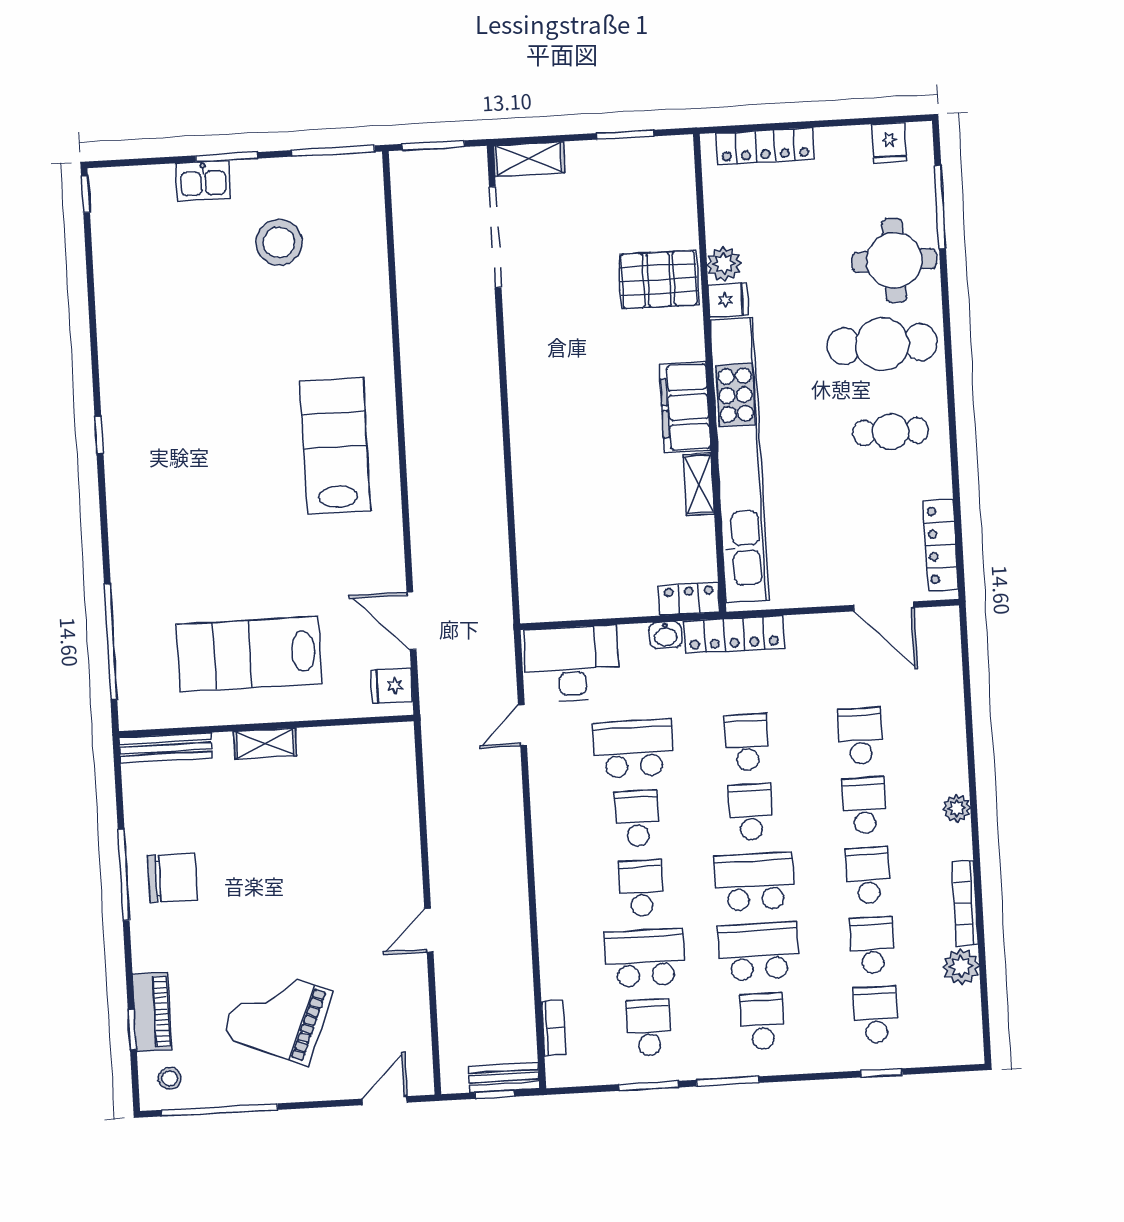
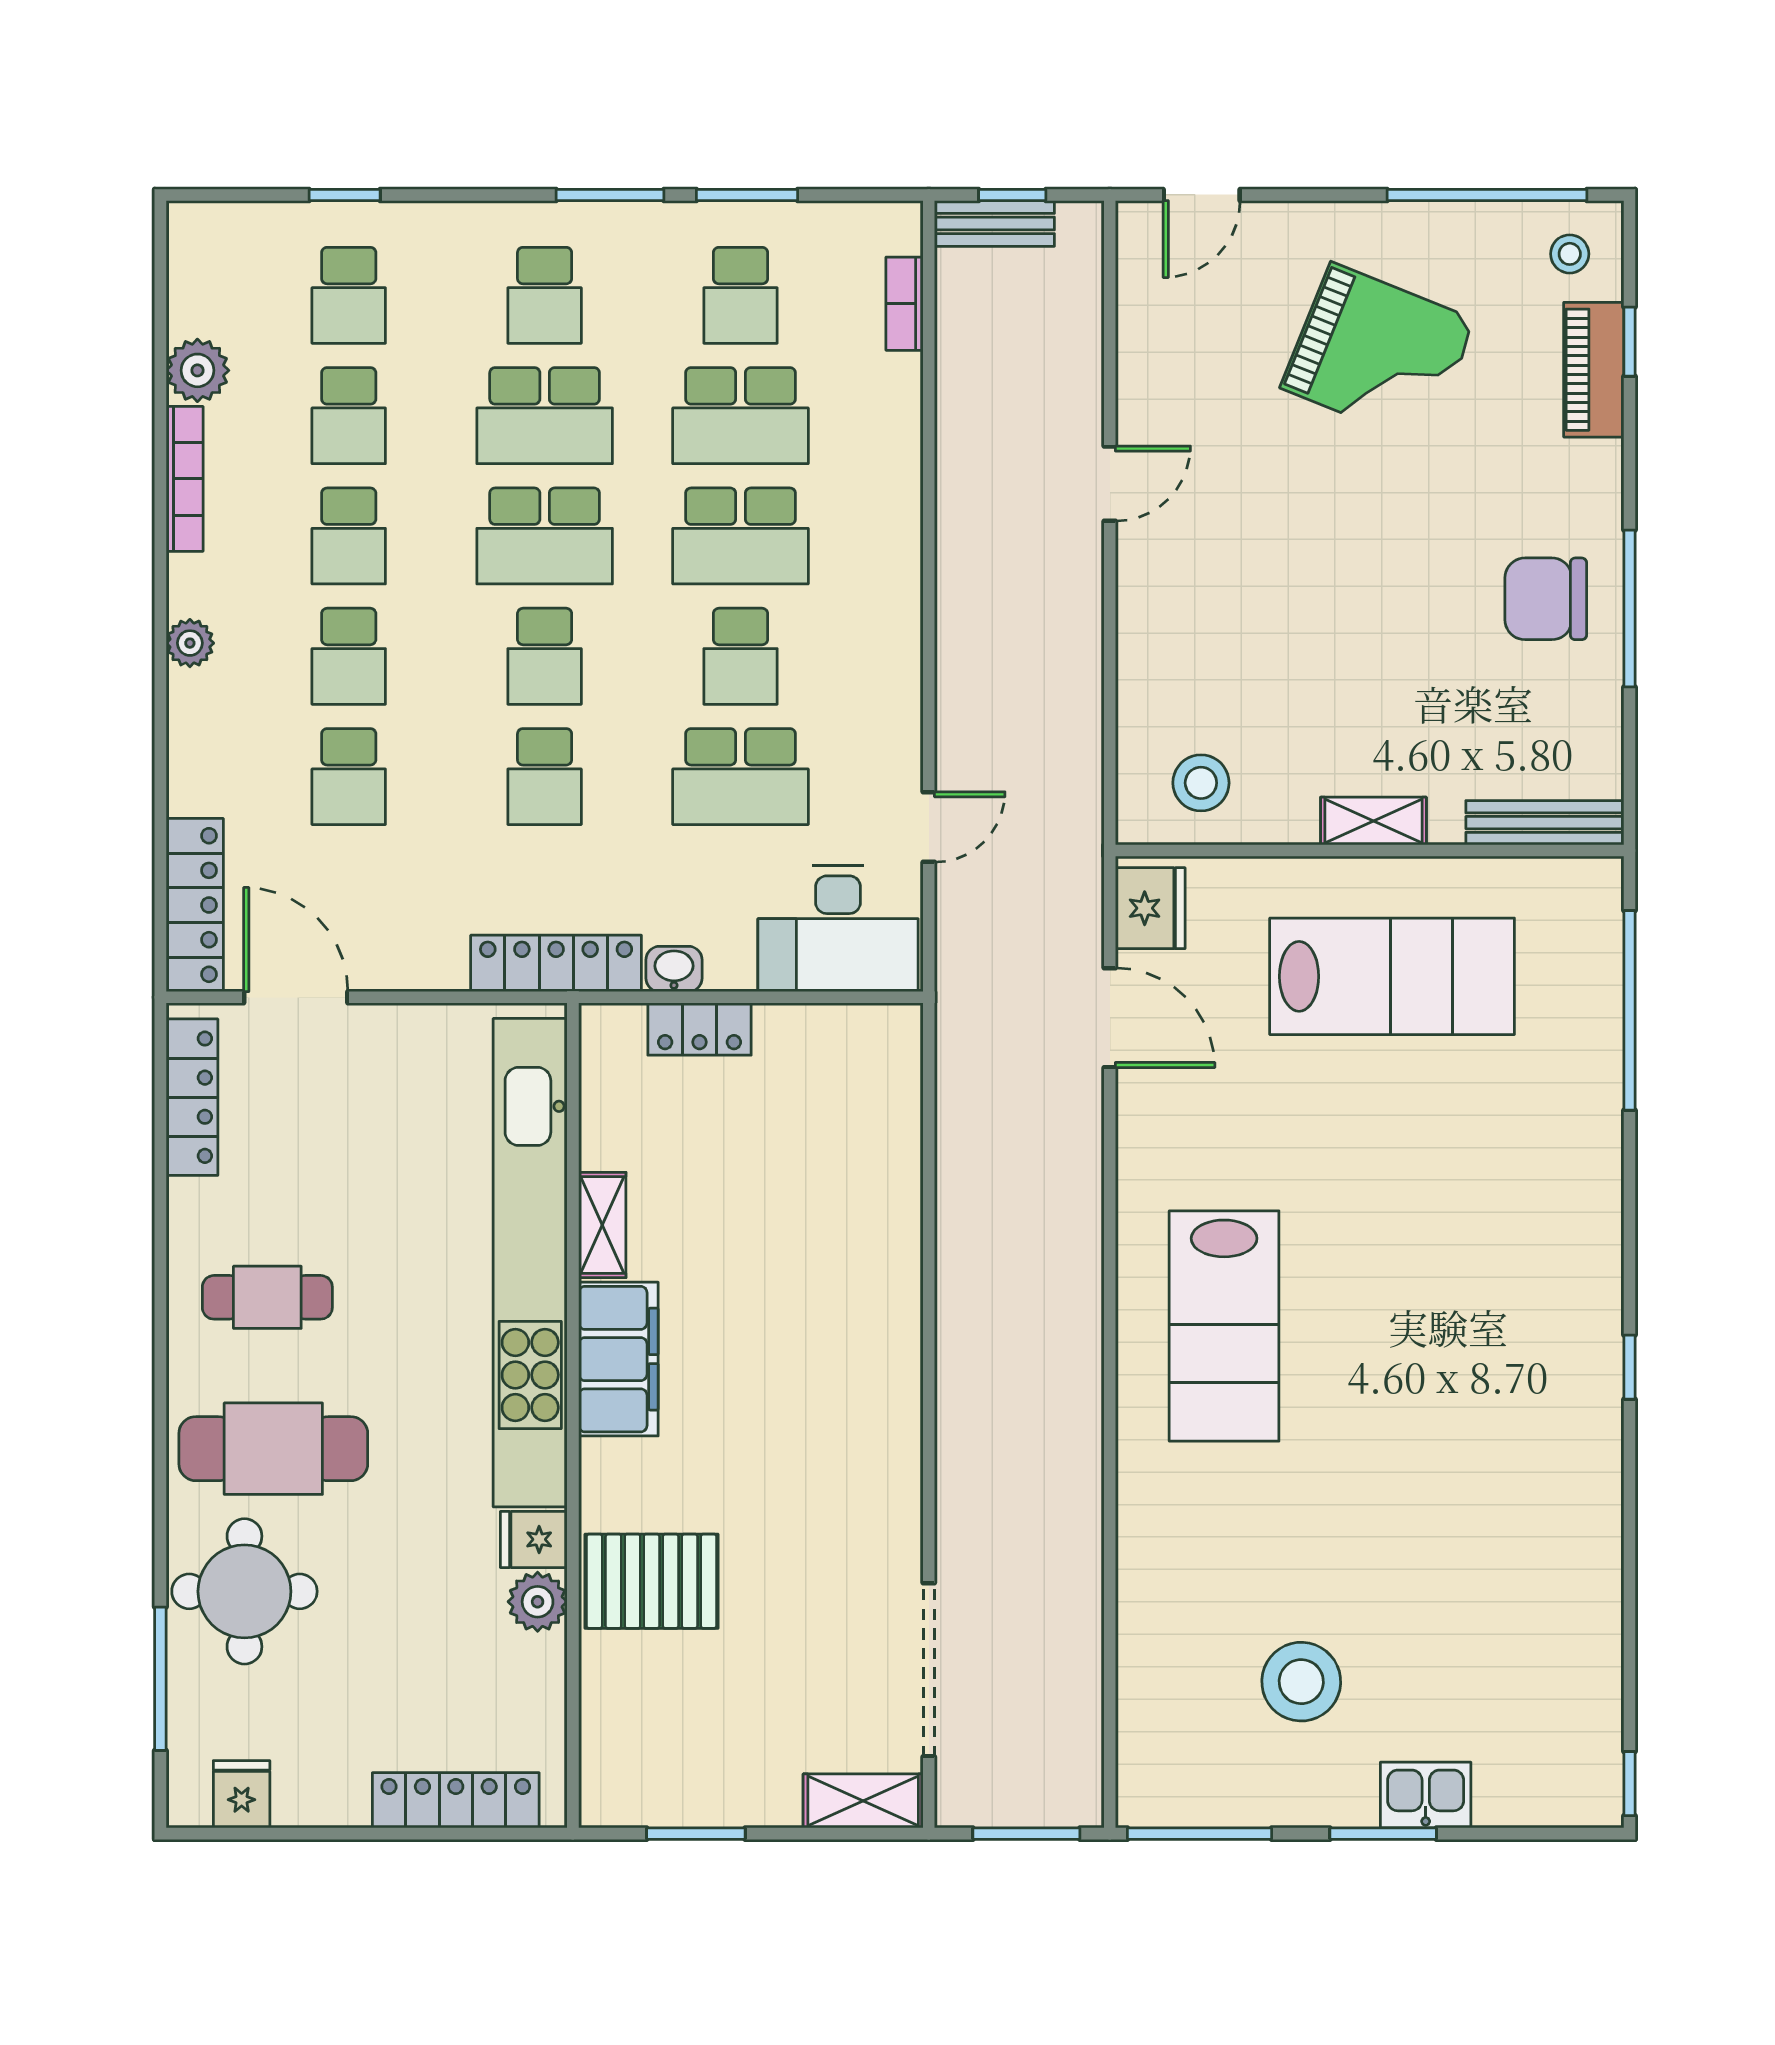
locker: (689, 599) -> (699, 1029), moved
locker: (945, 657) -> (195, 905), added
fridge: (392, 686) -> (1150, 908), width x1.38
stool: (366, 760) -> (1201, 783), added
school desk: (641, 888) -> (741, 536), width x1.85

